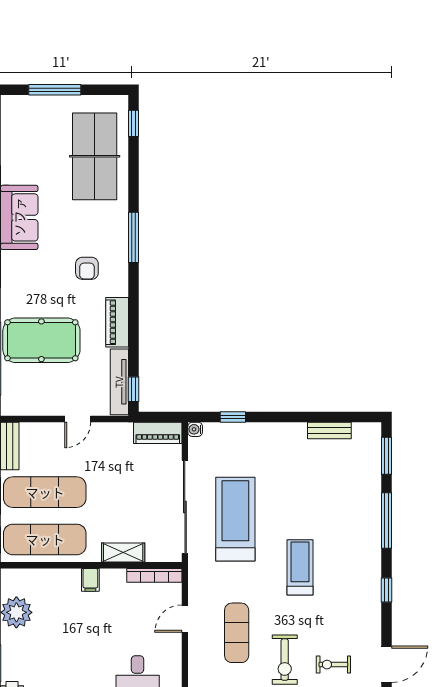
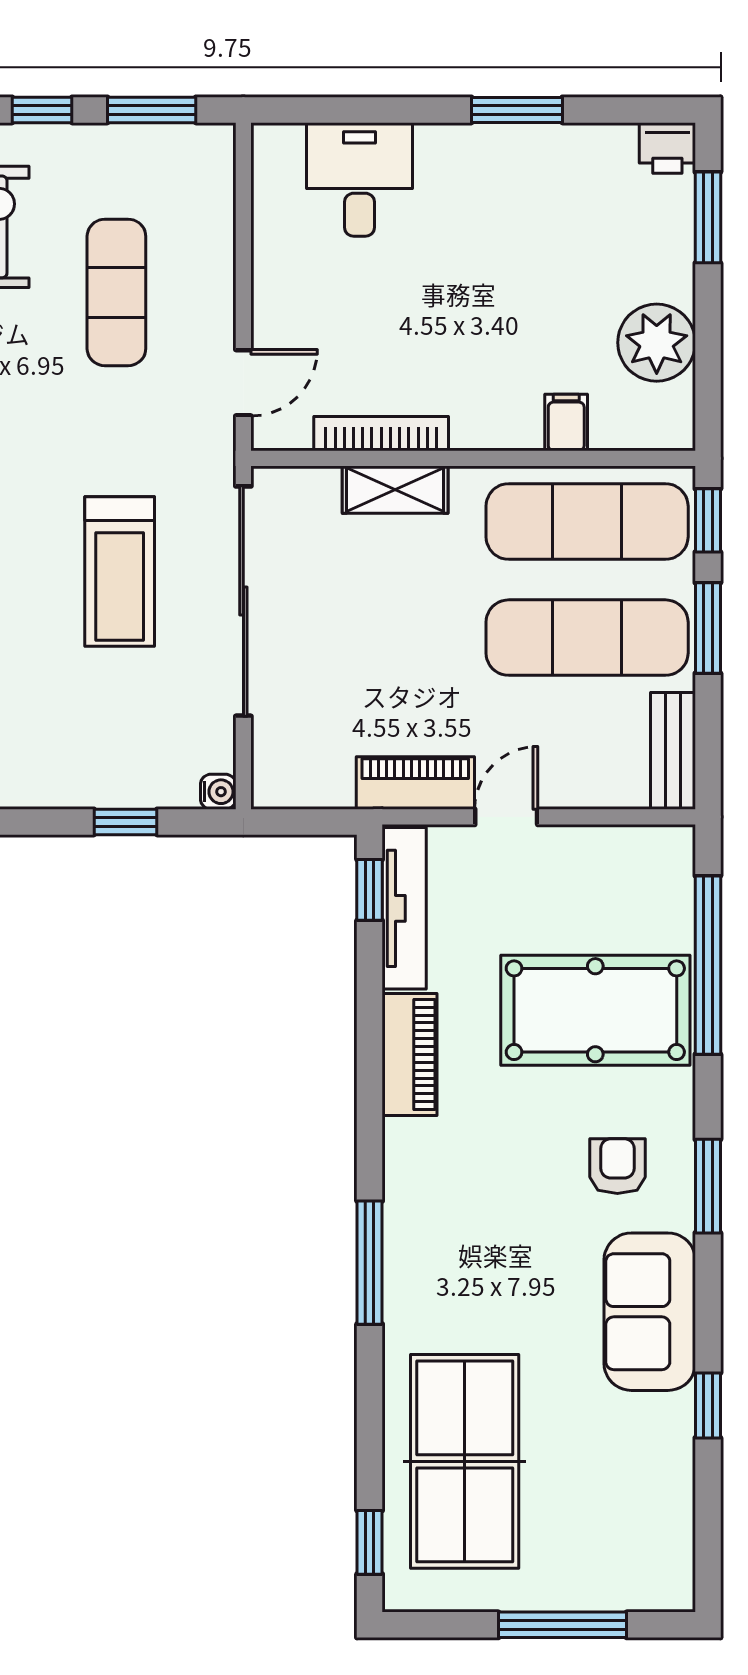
armchair: (87, 268) -> (617, 1166), moved
piano: (158, 433) -> (415, 783), moved
treadmill: (235, 519) -> (120, 571), width x0.73, depth x0.73
bookcase: (154, 575) -> (381, 434), moved
filing cabinet: (90, 580) -> (566, 422), moved
door: (185, 619) -> (243, 383), moved

